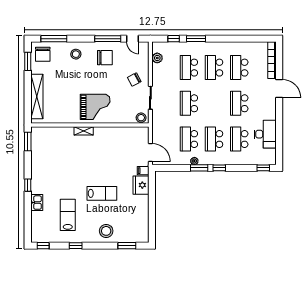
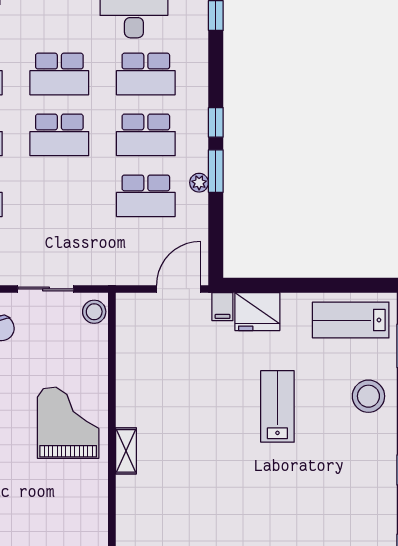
school desk: (189, 103) -> (59, 135), moved
lab bench: (68, 215) -> (351, 320), moved

